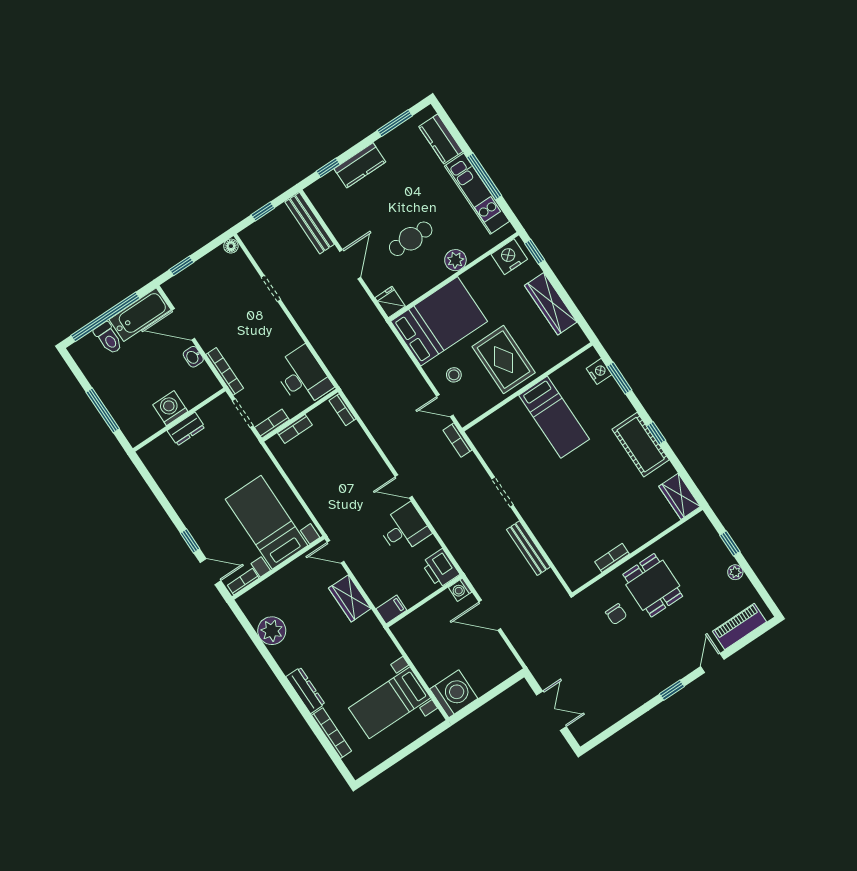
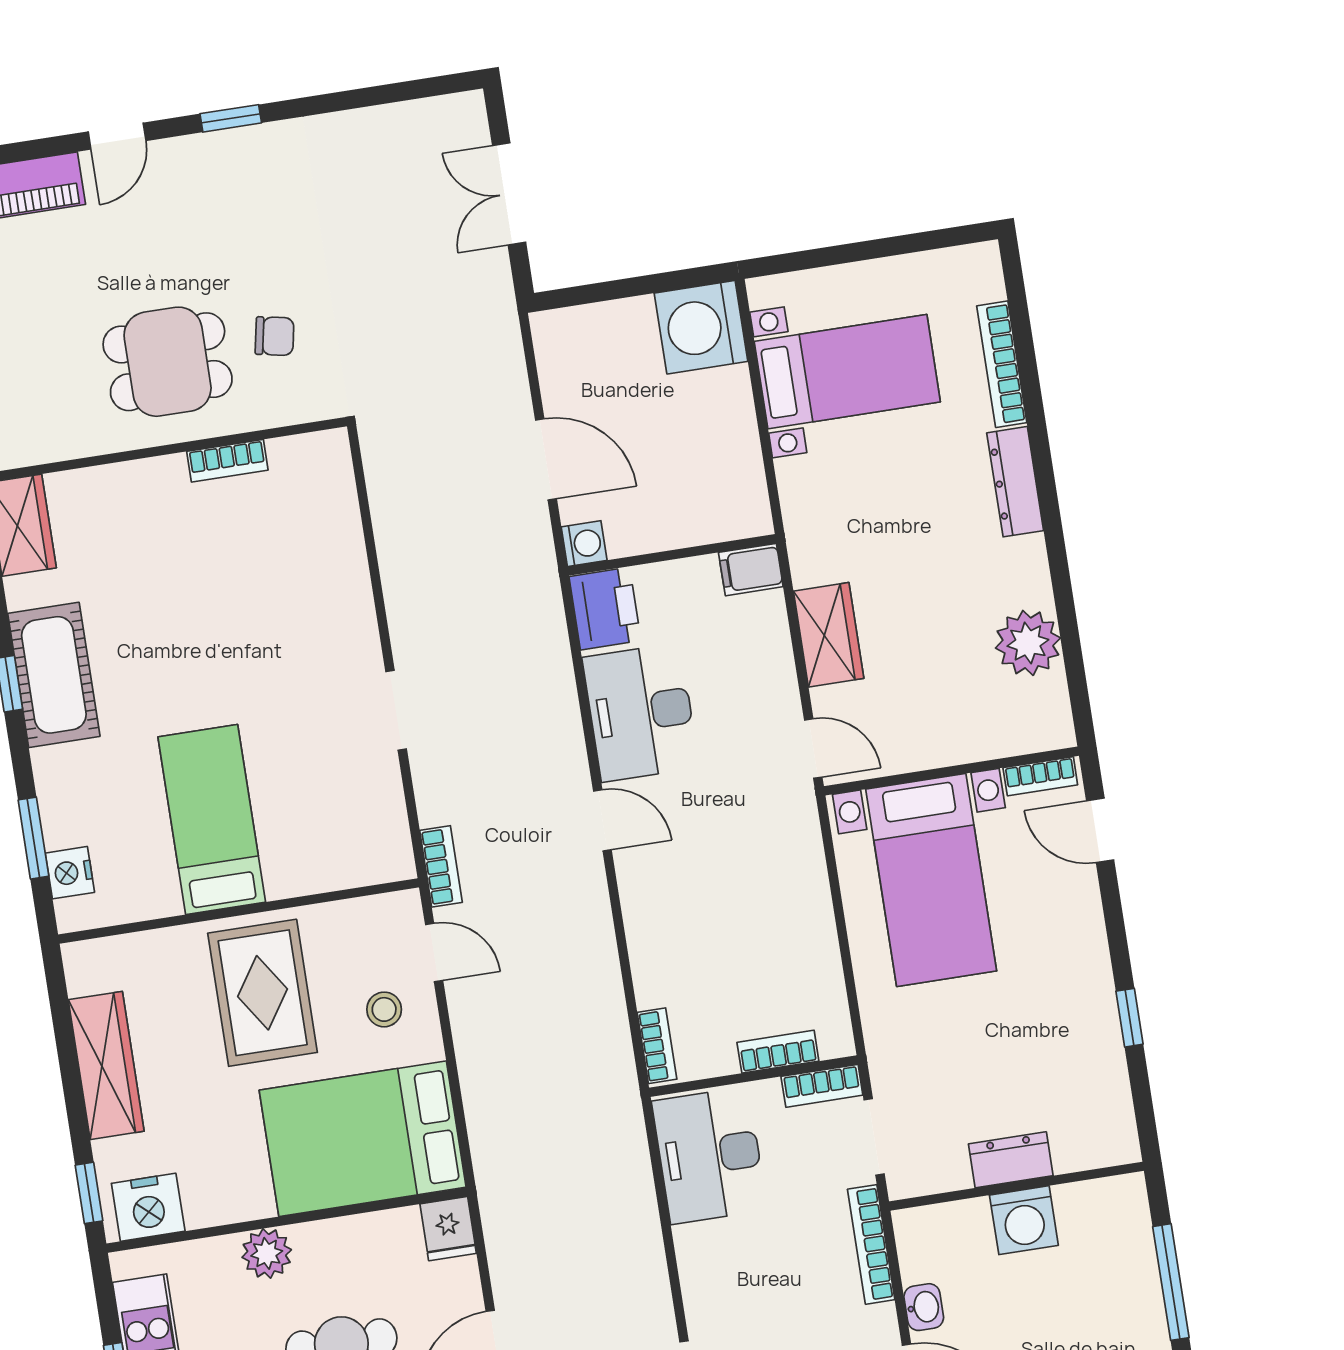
desk: (404, 529) -> (641, 712), width x1.37
window: (190, 541) -> (1129, 1018), moved
bench: (528, 548) -> (397, 565), removed
dining table: (653, 585) -> (168, 362), turned 90
chair: (616, 614) -> (275, 336), turned 101

